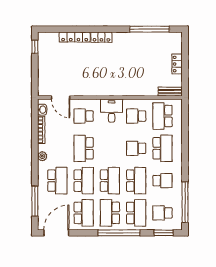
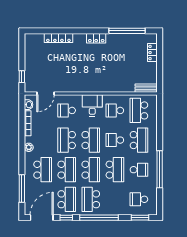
locker: (101, 37) -> (96, 38), moved
window: (35, 47) -> (22, 77), moved
locker: (177, 64) -> (152, 53), moved
door: (61, 98) -> (46, 94), hinge flipped
window: (185, 202) -> (160, 169), moved
school desk: (136, 213) -> (91, 140), moved
window: (83, 233) -> (66, 218), added

